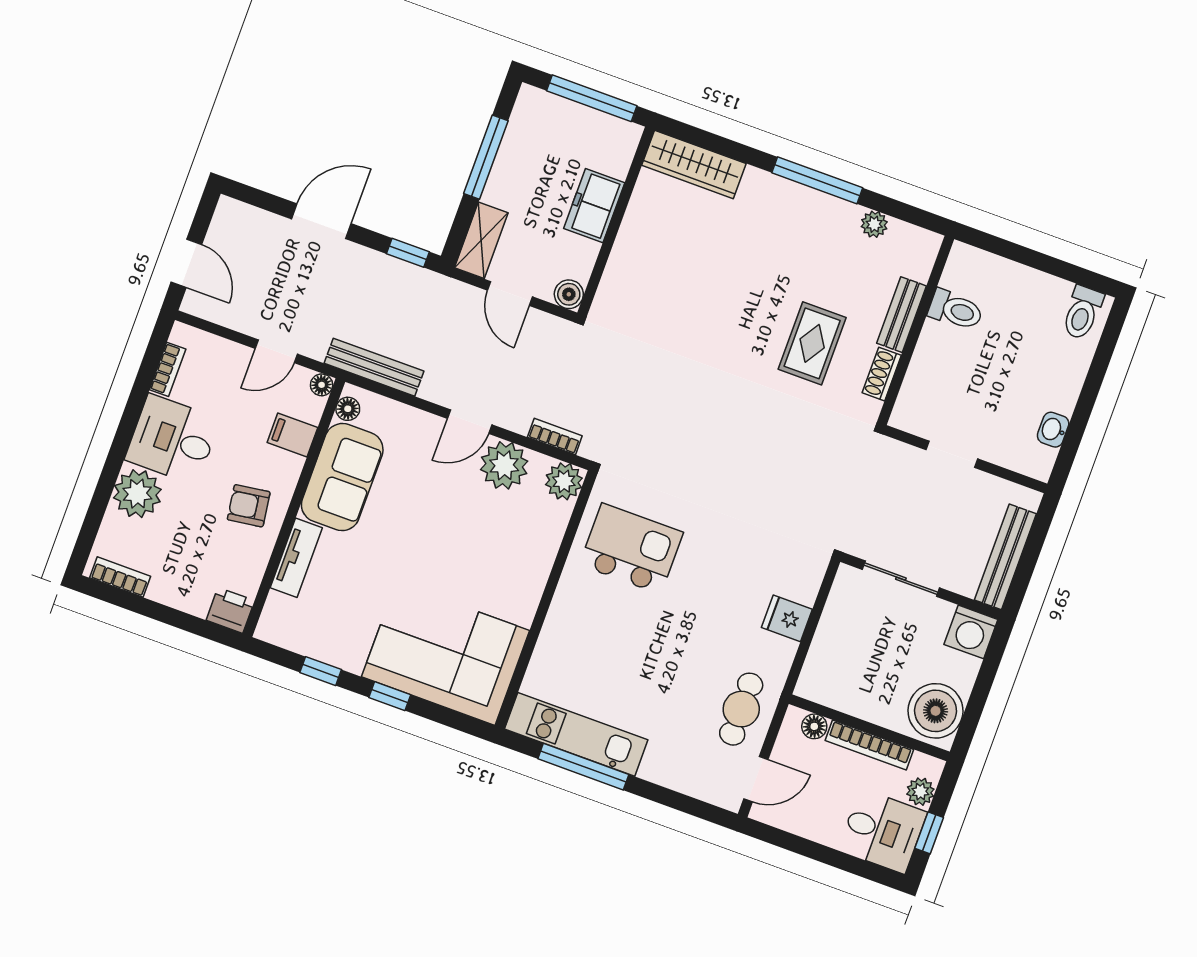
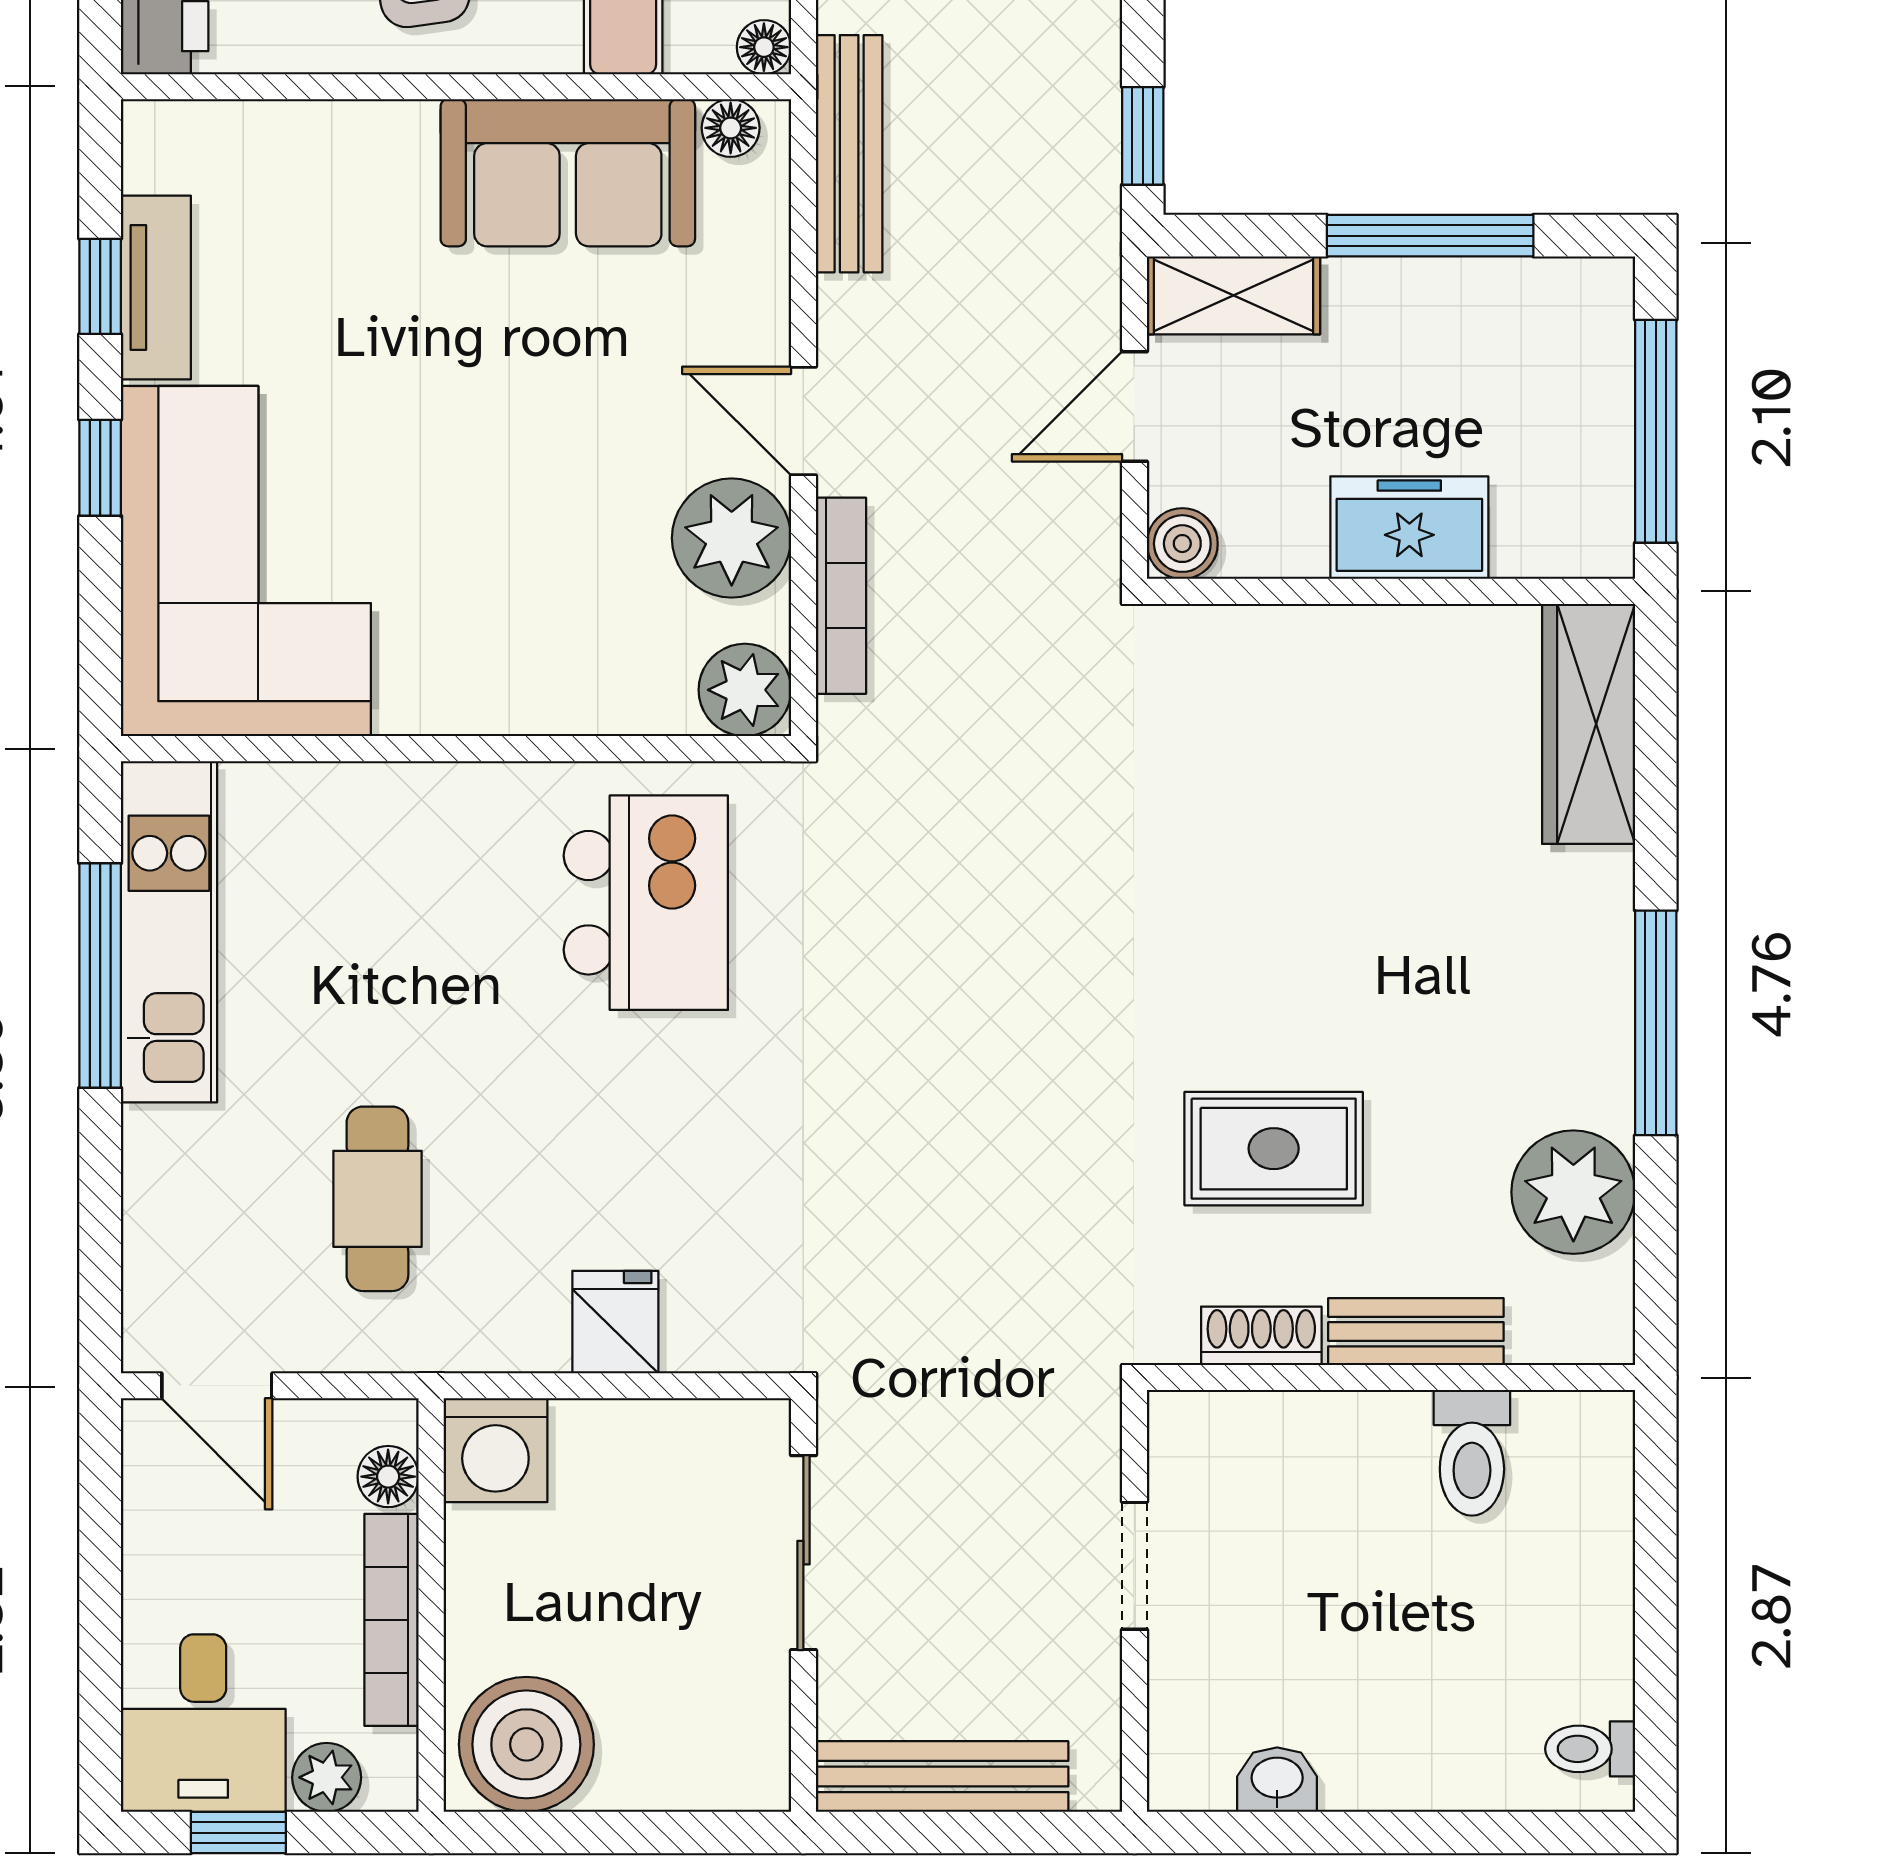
plant: (874, 224) -> (1573, 1192), width x1.88, depth x1.88
toilet: (1082, 313) -> (1590, 1749), width x0.73, depth x0.72
bookcase: (555, 436) -> (841, 596), width x1.56
tv unit: (296, 558) -> (156, 288), moved, turned -90
washing machine: (971, 632) -> (495, 1450), moved, turned -90
cafe table: (741, 709) -> (377, 1199), moved, turned 90

